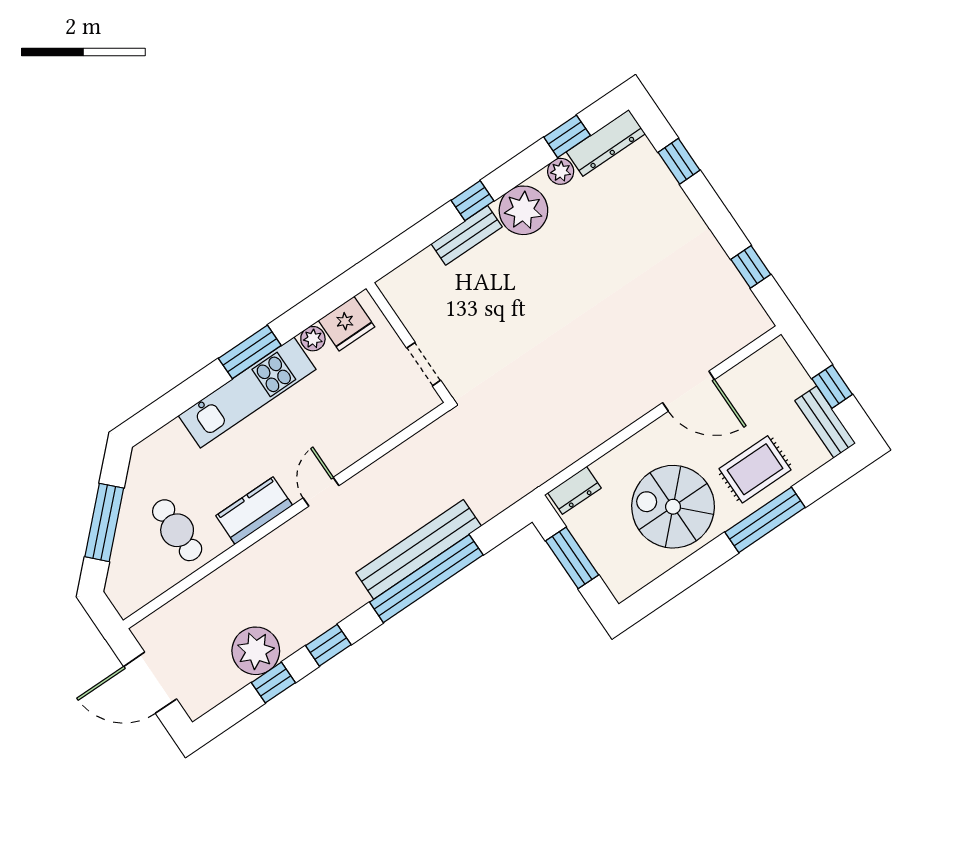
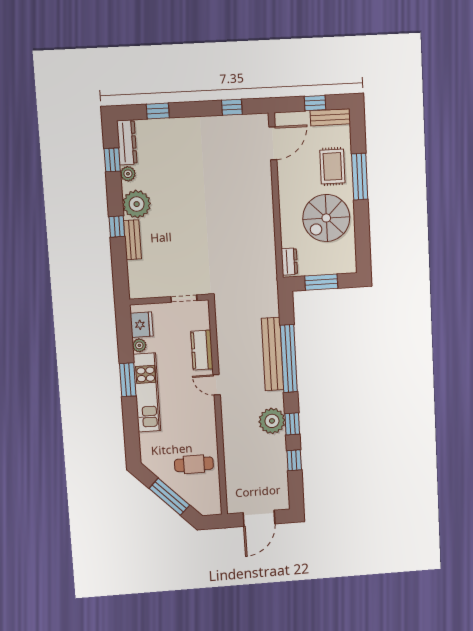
door: (689, 391) -> (273, 143), moved
kitchen counter: (254, 511) -> (202, 350), moved
plant: (256, 651) -> (272, 421), moved

